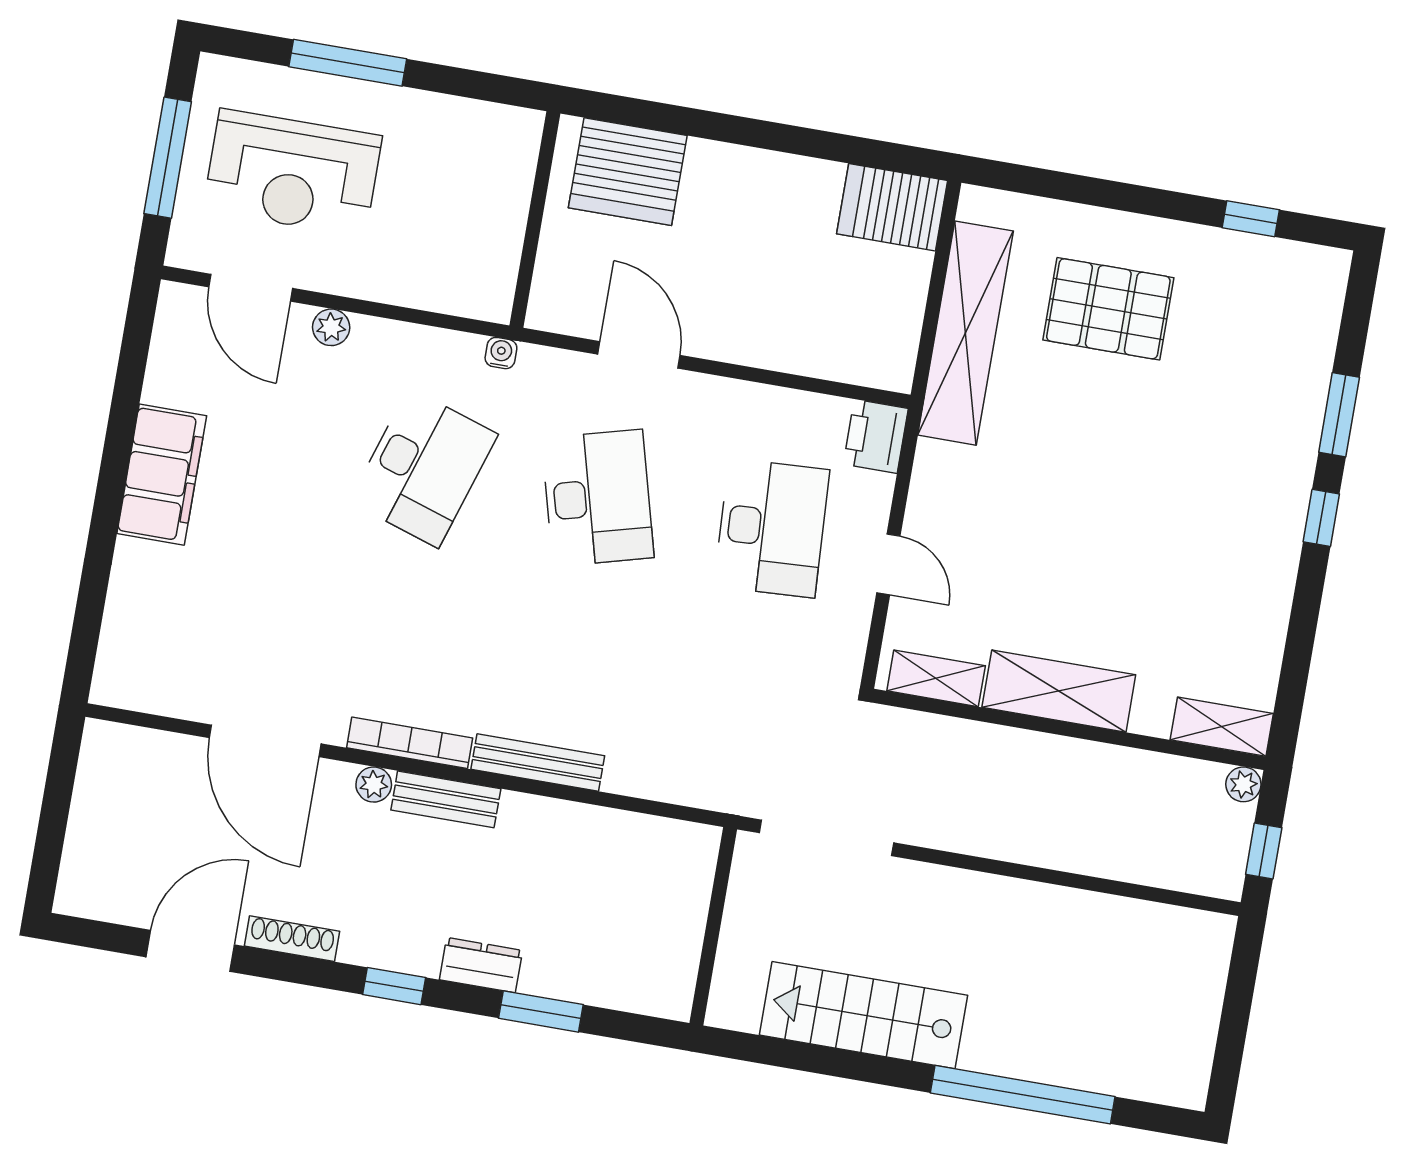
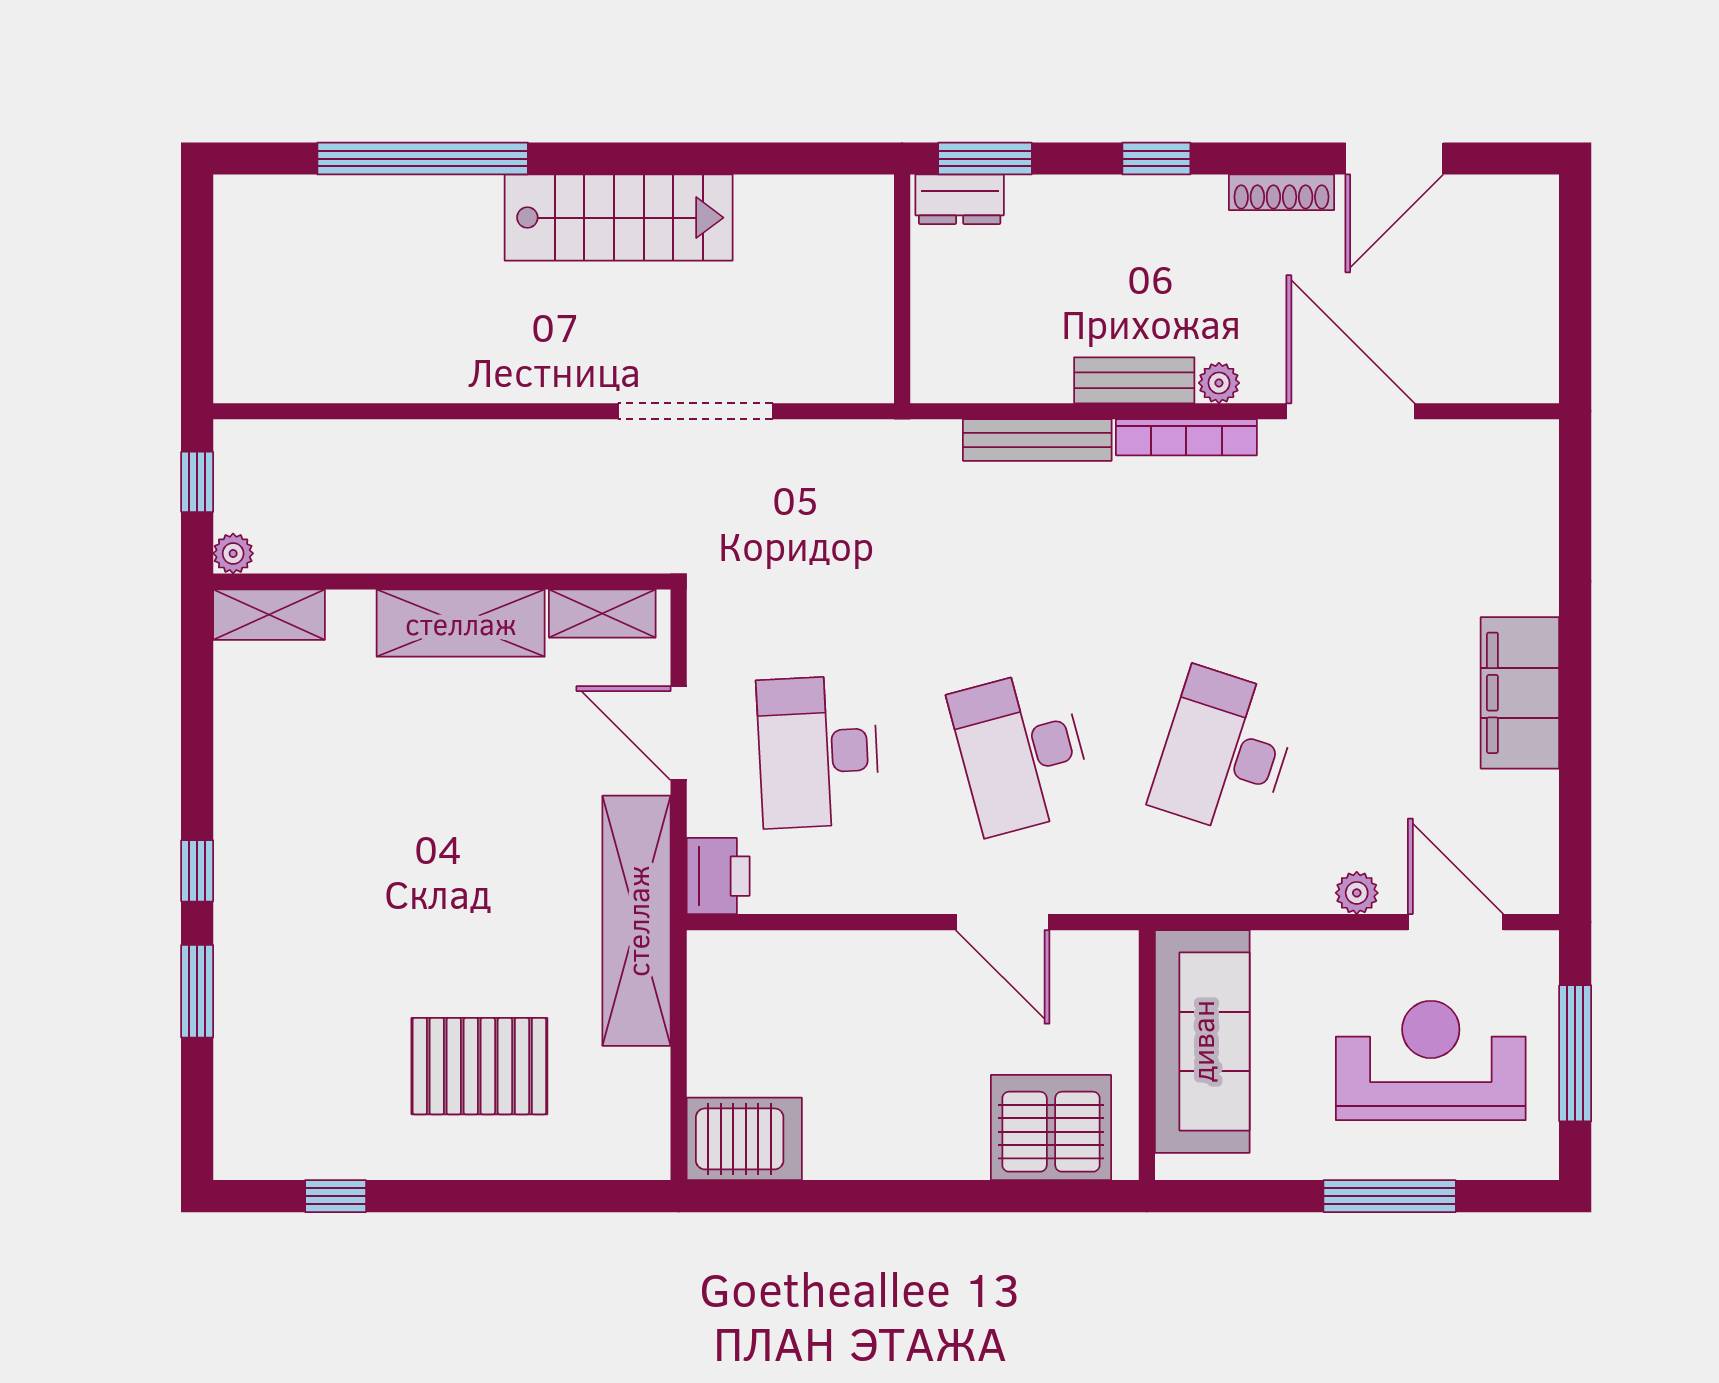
sofa: (485, 223) -> (1202, 1041), added
shelving: (965, 333) -> (637, 921), moved
water cooler: (501, 353) -> (1159, 897), removed
door: (888, 564) -> (679, 733), width x1.38
wall: (713, 926) -> (902, 289), moved
dresser: (481, 965) -> (960, 199), moved

